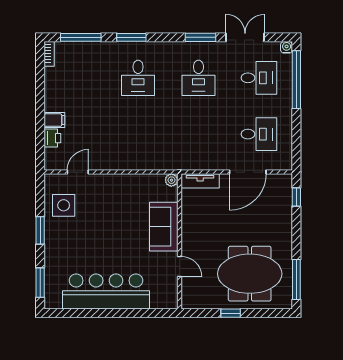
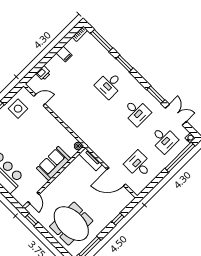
desk: (198, 78) -> (137, 112), turned -90
filing cabinet: (54, 120) -> (64, 54), moved
desk: (259, 134) -> (138, 165), turned 180
window: (296, 197) -> (118, 219), moved
door: (180, 267) -> (33, 198), moved
window: (231, 313) -> (32, 220), moved

